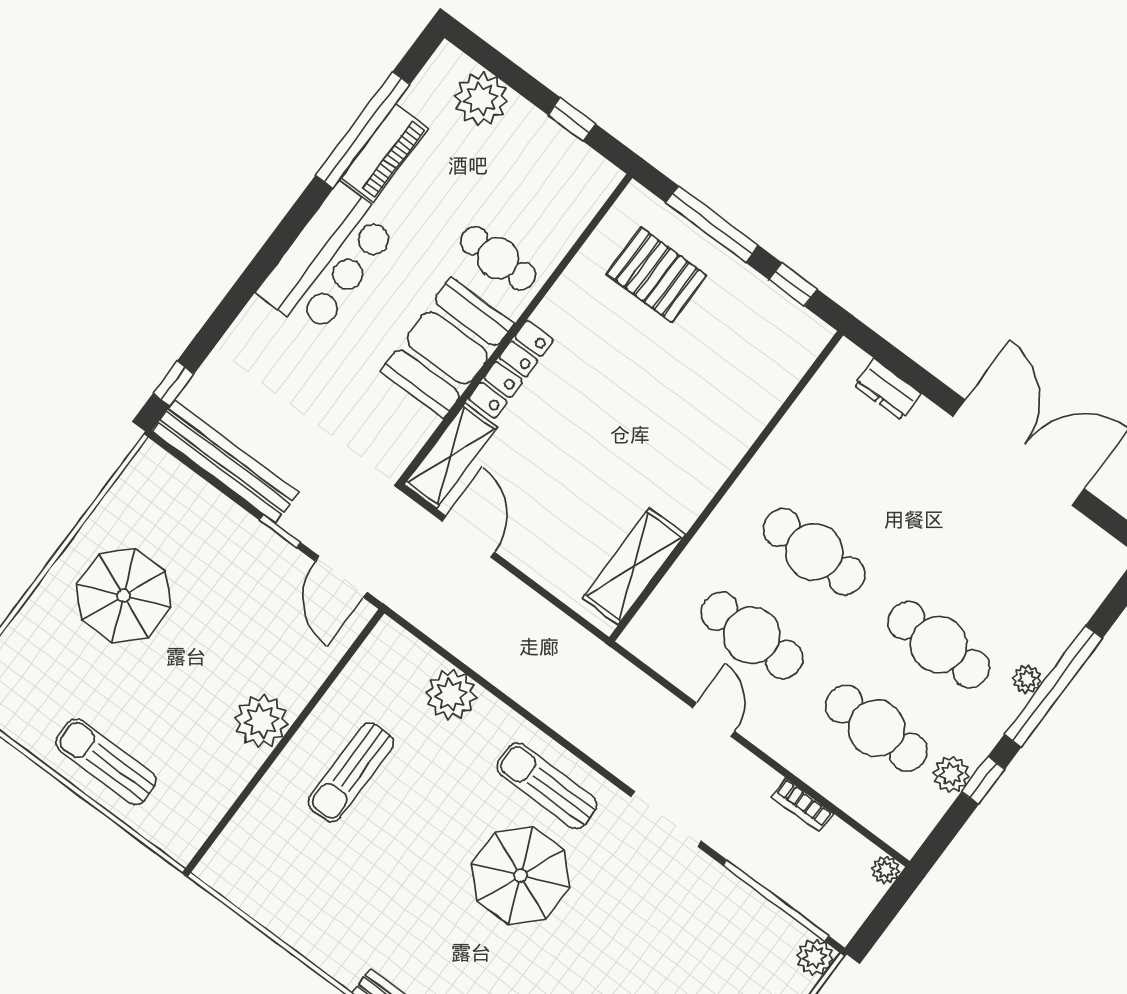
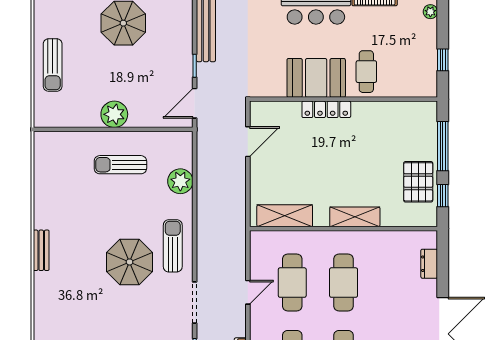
plant: (481, 99) -> (430, 12), width x0.53, depth x0.53
pallet: (657, 275) -> (418, 182), moved
shelving: (451, 456) -> (355, 217), moved
sun lounger: (106, 762) -> (53, 65), turned 180

